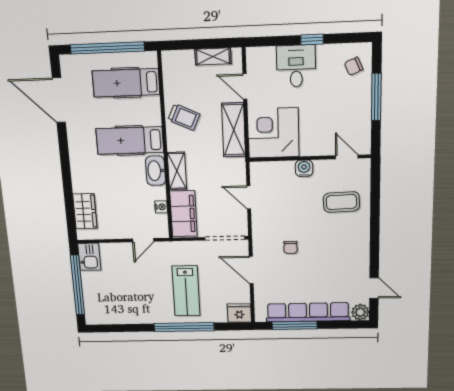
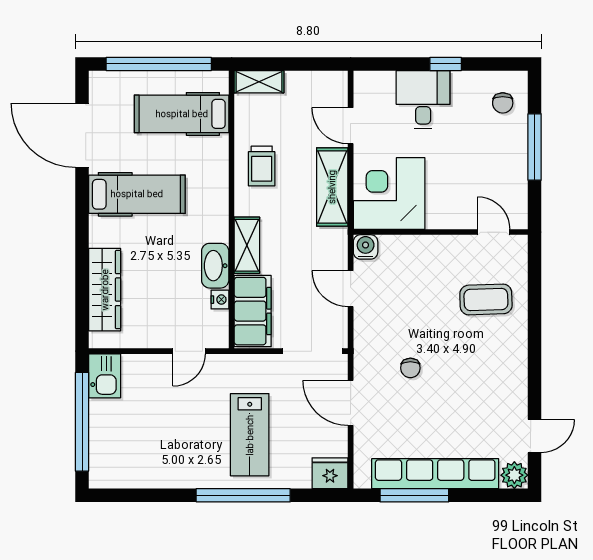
shelving: (213, 56) -> (259, 82), moved
chair: (354, 66) -> (503, 103), turned -67
trolley: (184, 117) -> (262, 166), turned 65
hospital bed: (130, 140) -> (137, 194), moved, turned 180
water cooler: (304, 168) -> (366, 247), moved
washbasin: (155, 171) -> (215, 266), moved
wardrobe: (85, 211) -> (105, 290), width x1.50
door: (374, 288) -> (535, 436), hinge flipped

